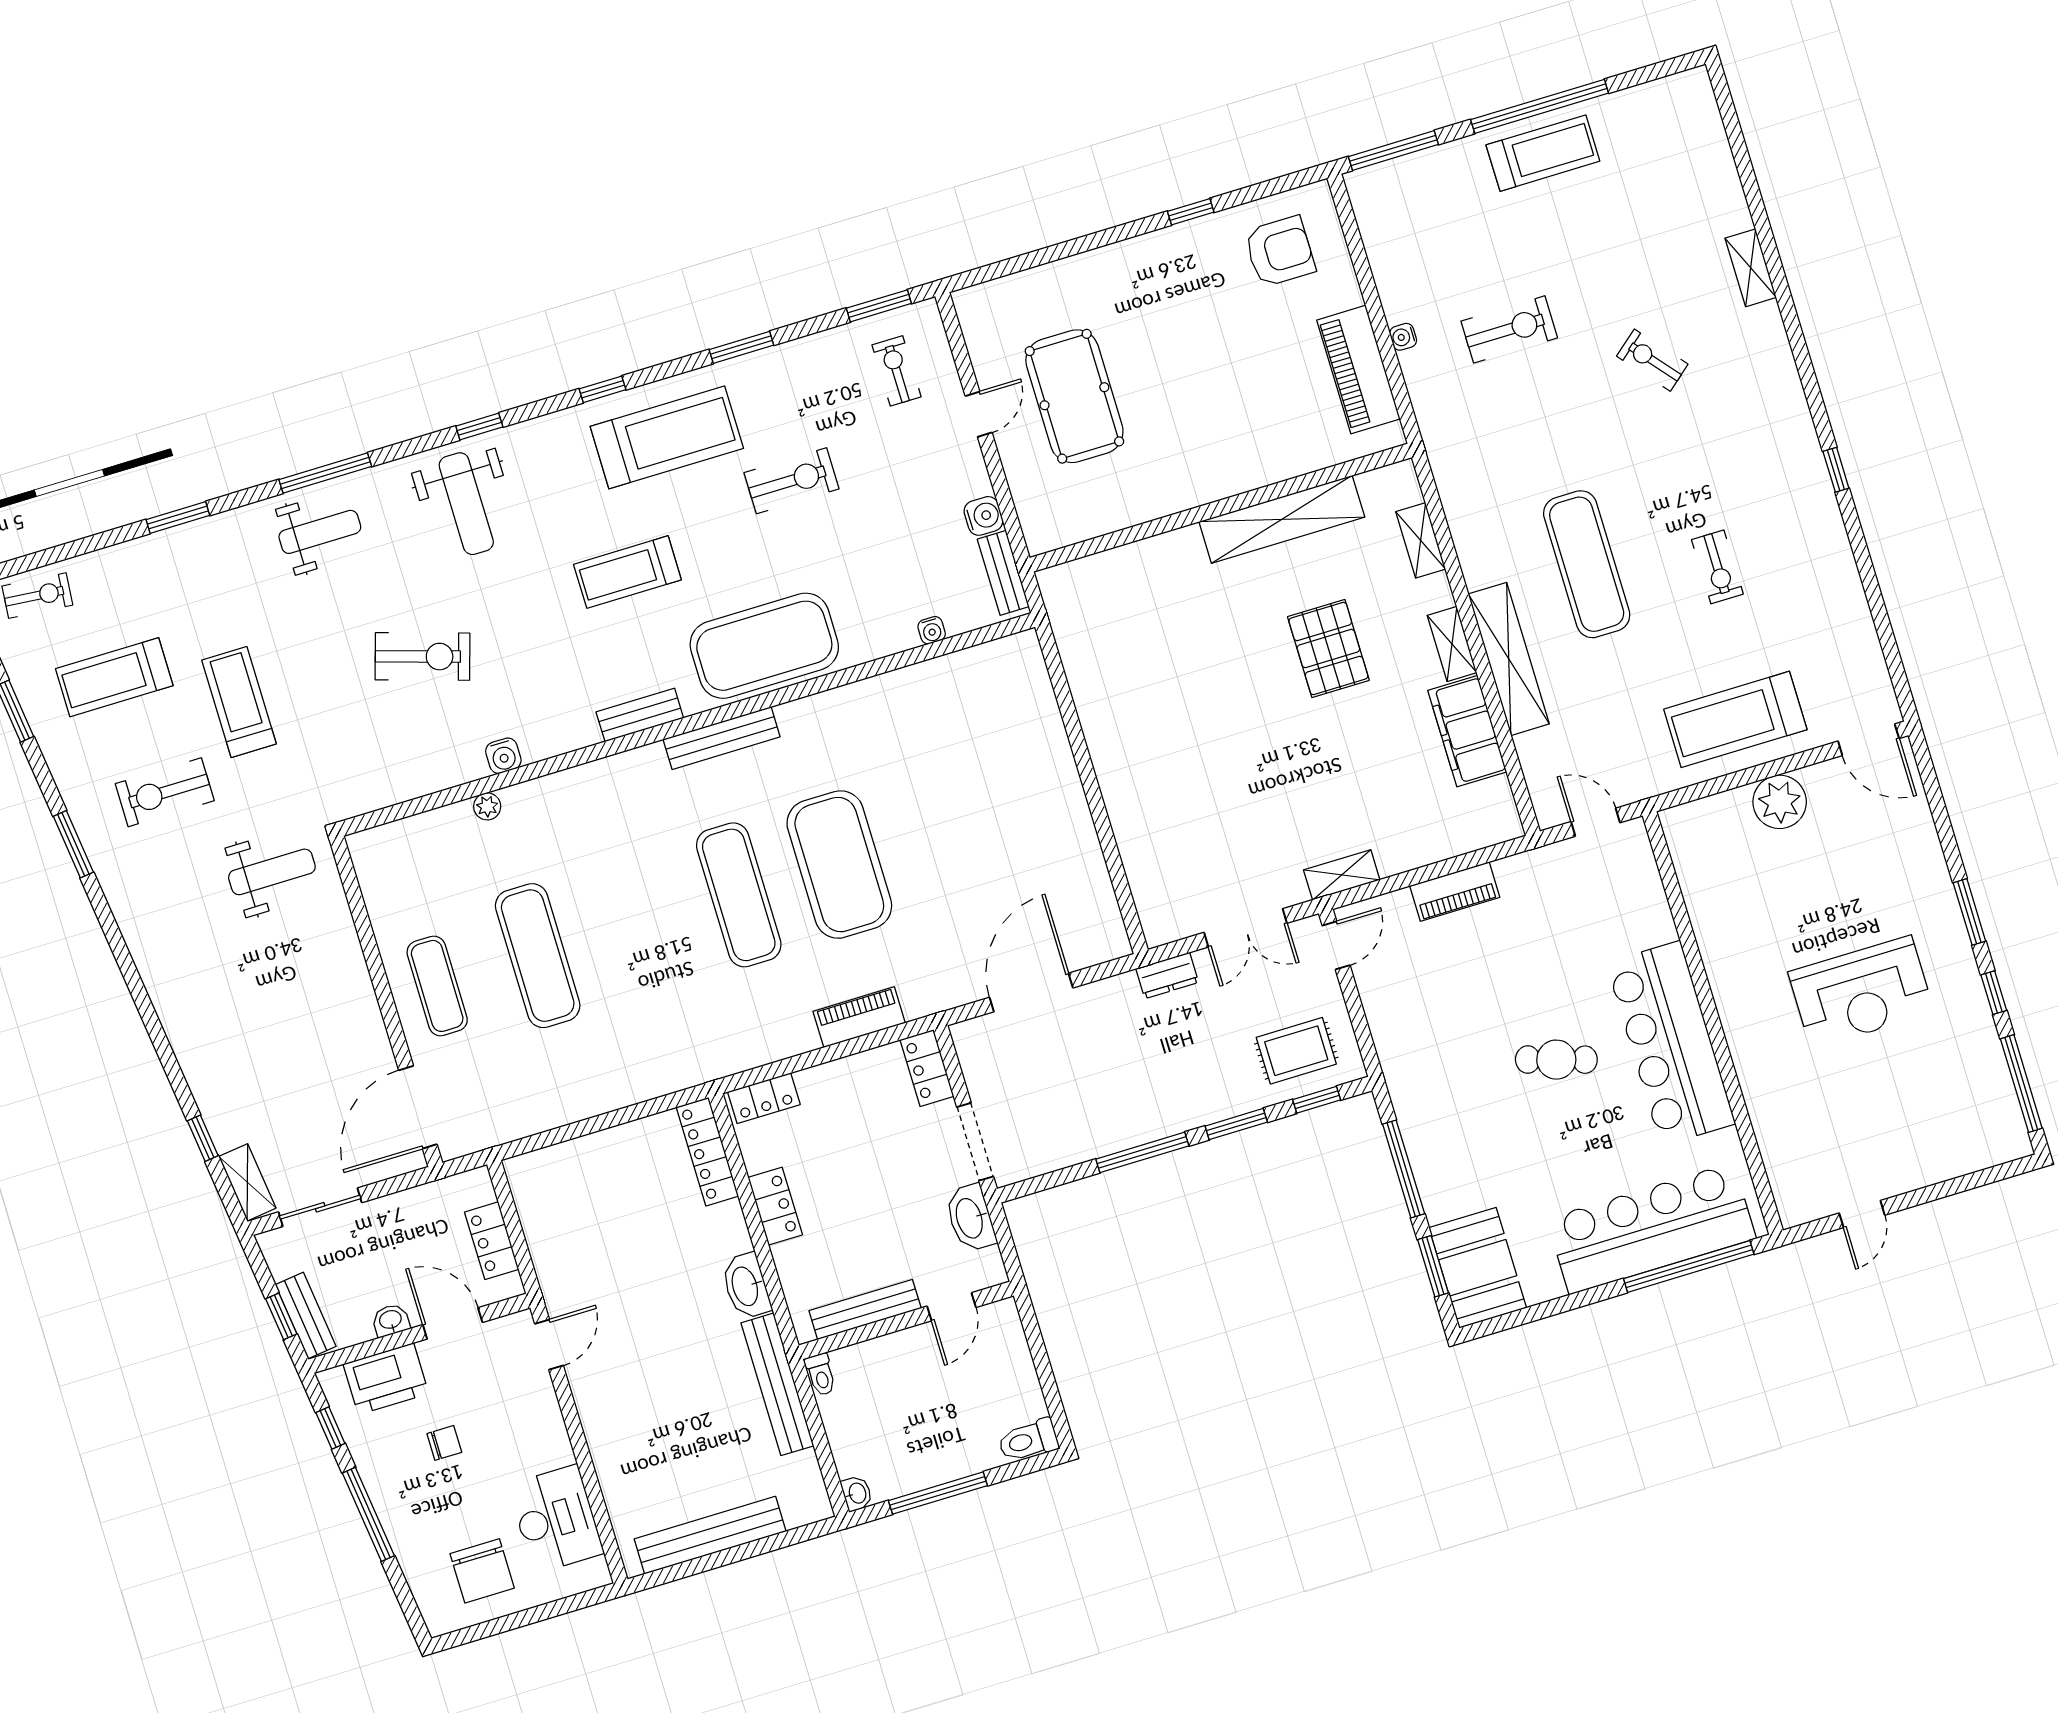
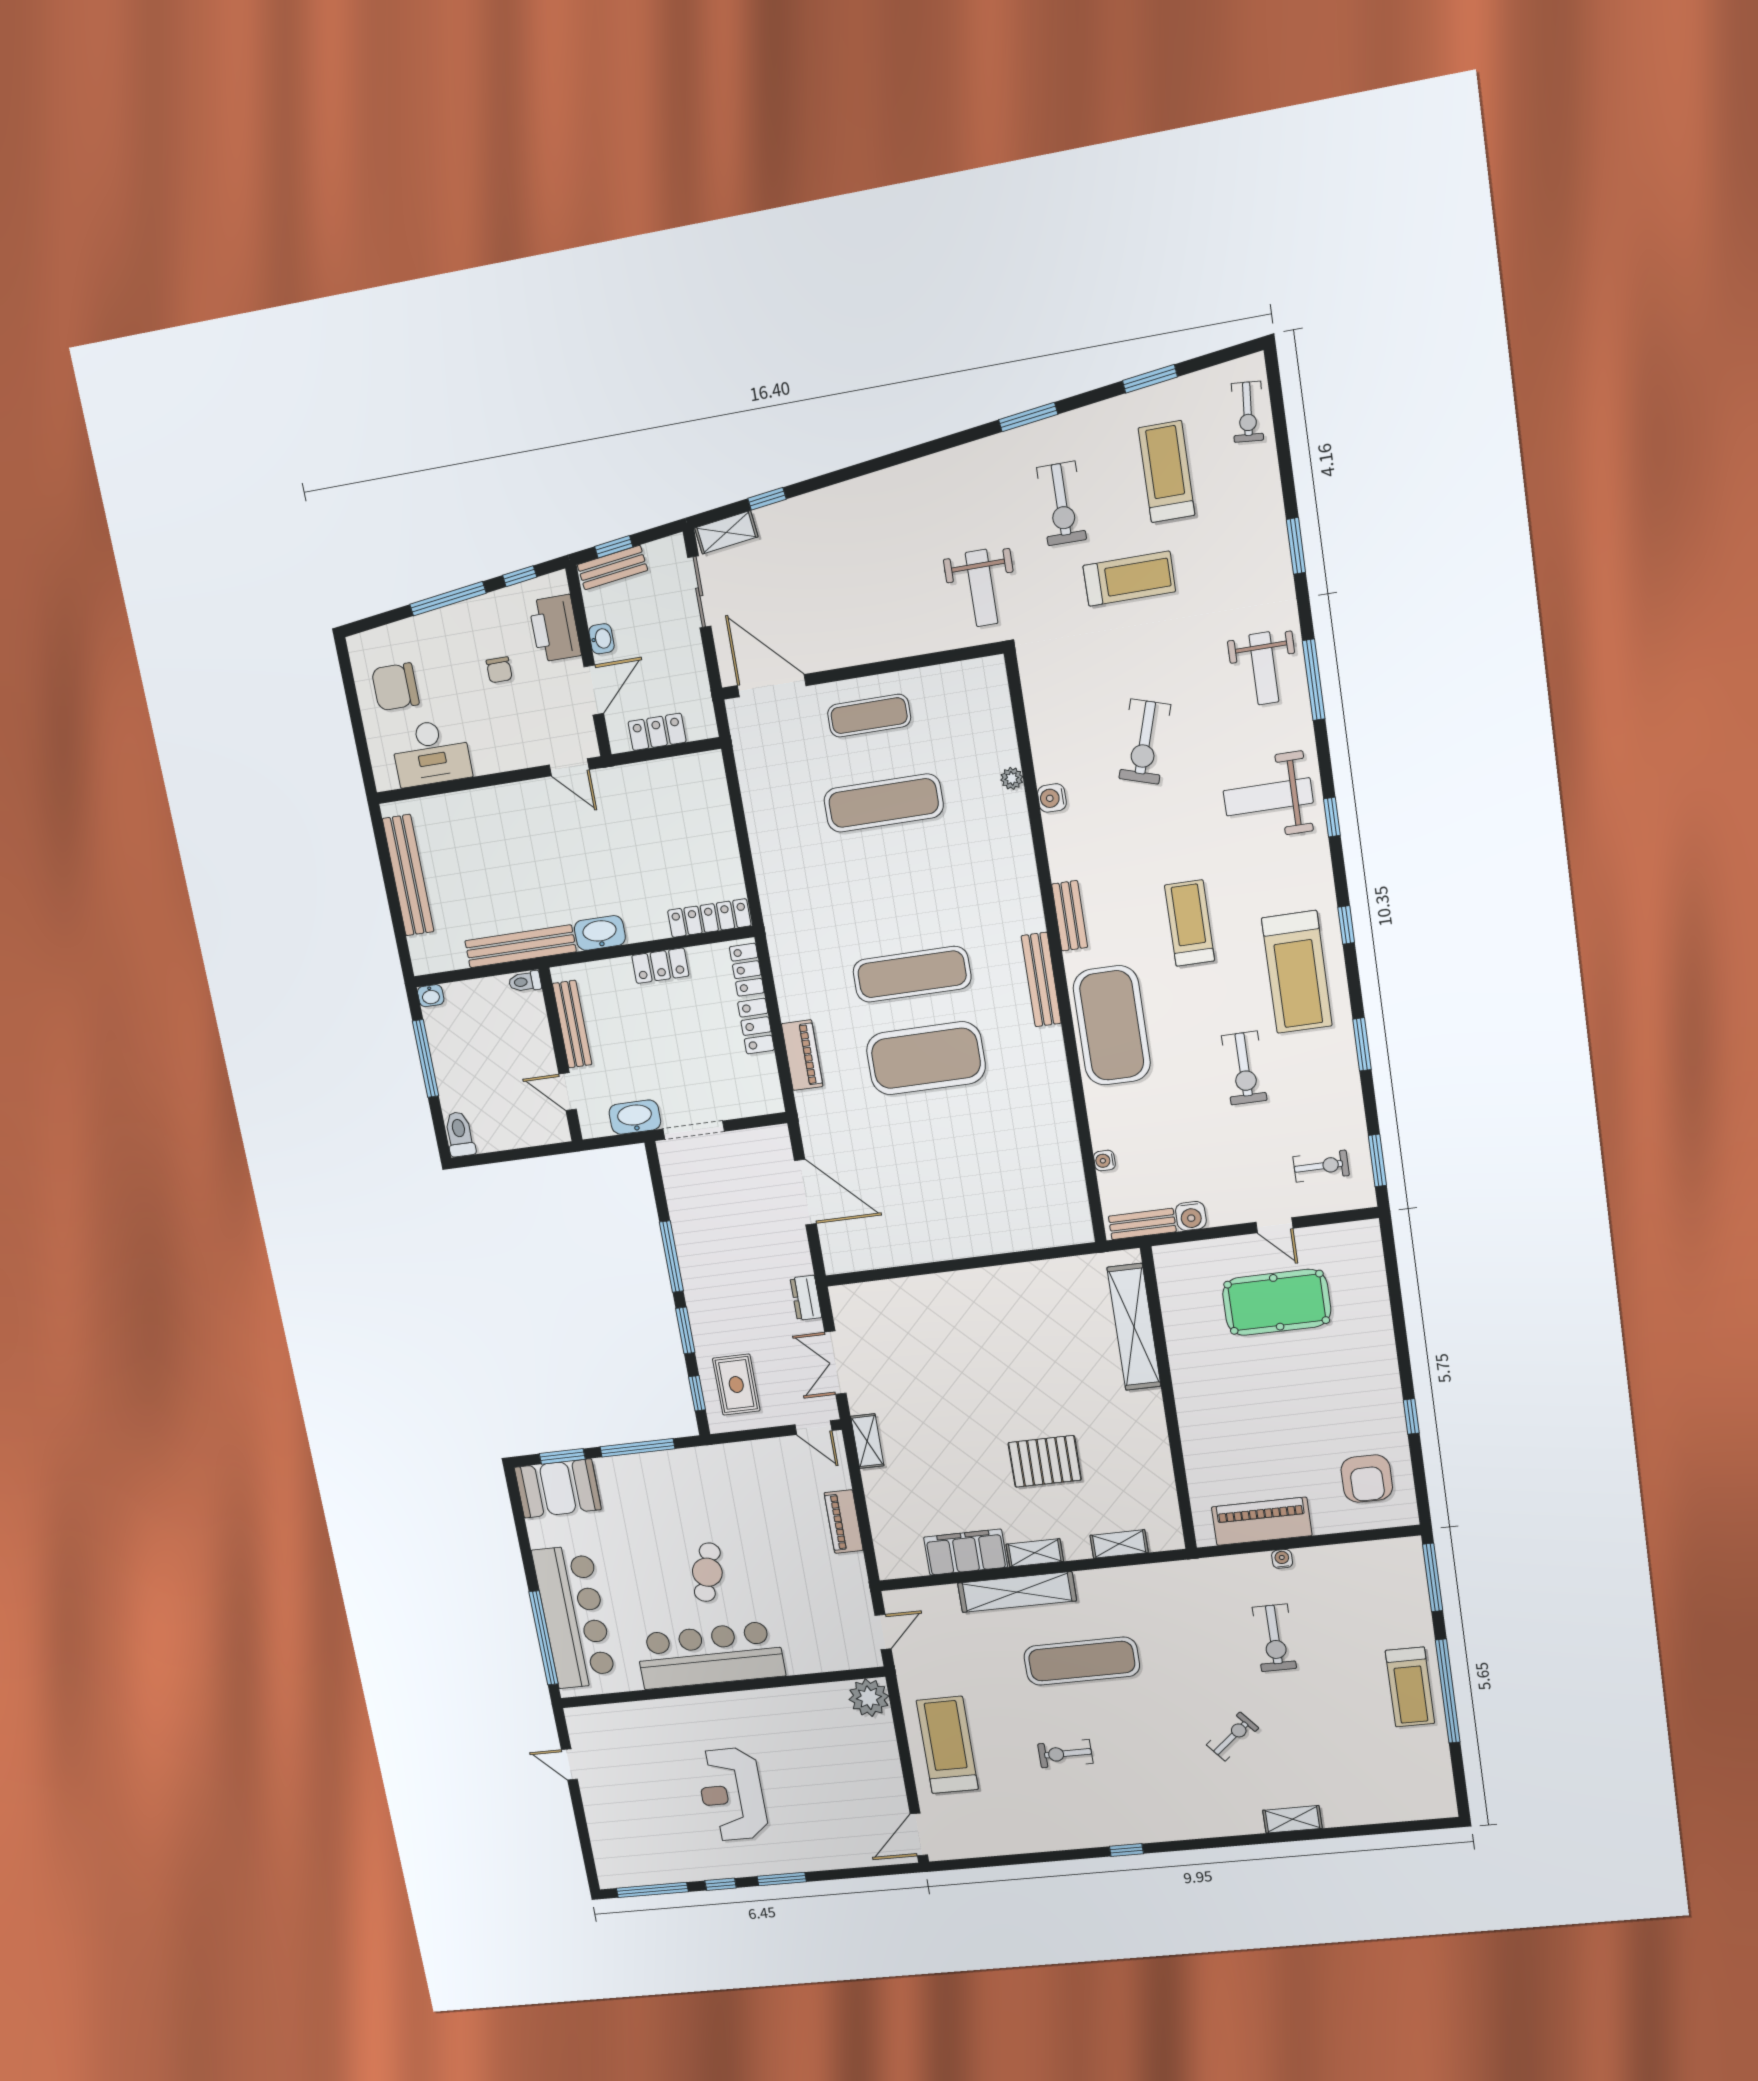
shelving: (1282, 519) -> (1134, 1327), moved
exercise bike: (165, 792) -> (1062, 504), turned 180
plant: (1780, 802) -> (869, 1698), moved
locker: (927, 1068) -> (756, 1026), moved, turned -90

